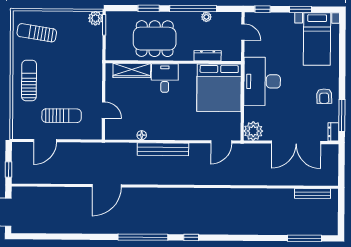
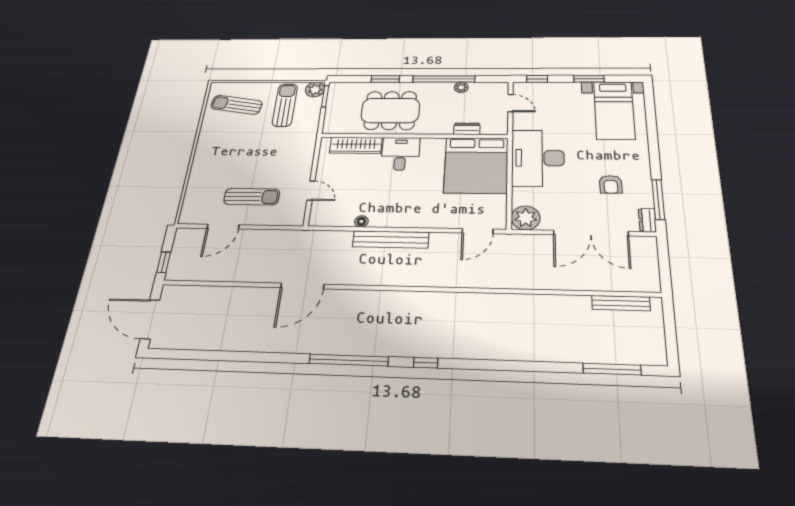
dresser: (208, 56) -> (467, 129), width x0.70
sun lounger: (29, 81) -> (285, 105), moved
armchair: (324, 96) -> (611, 184), moved

